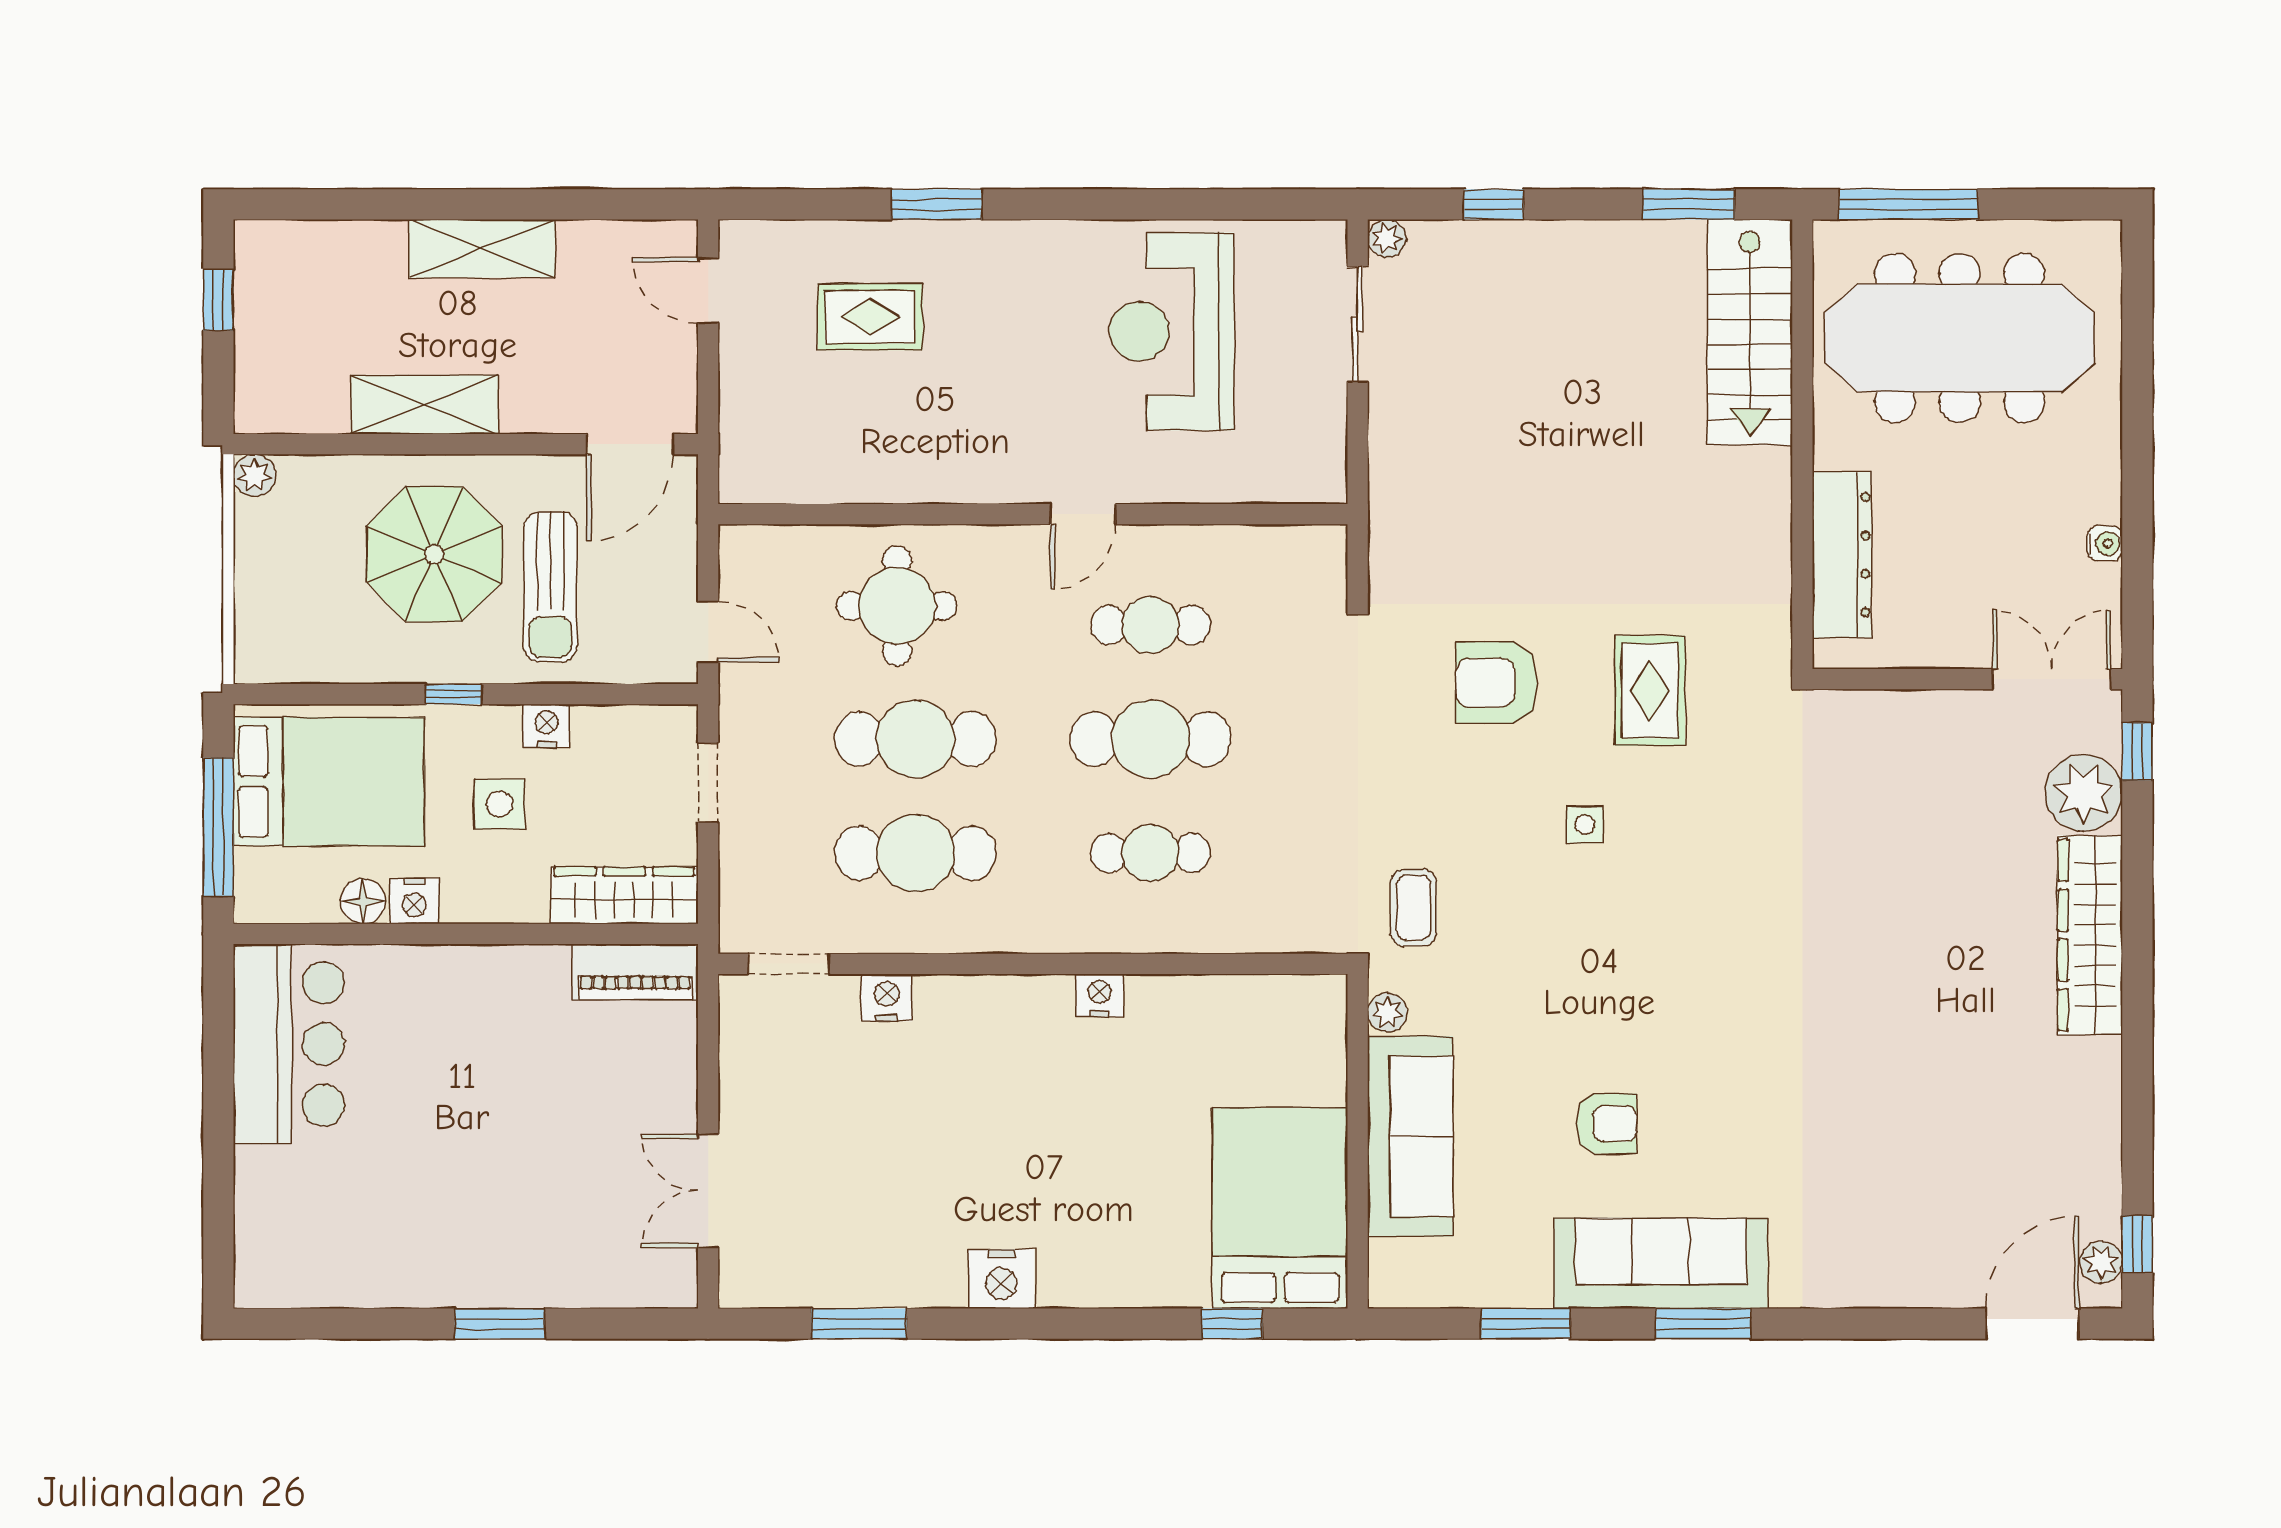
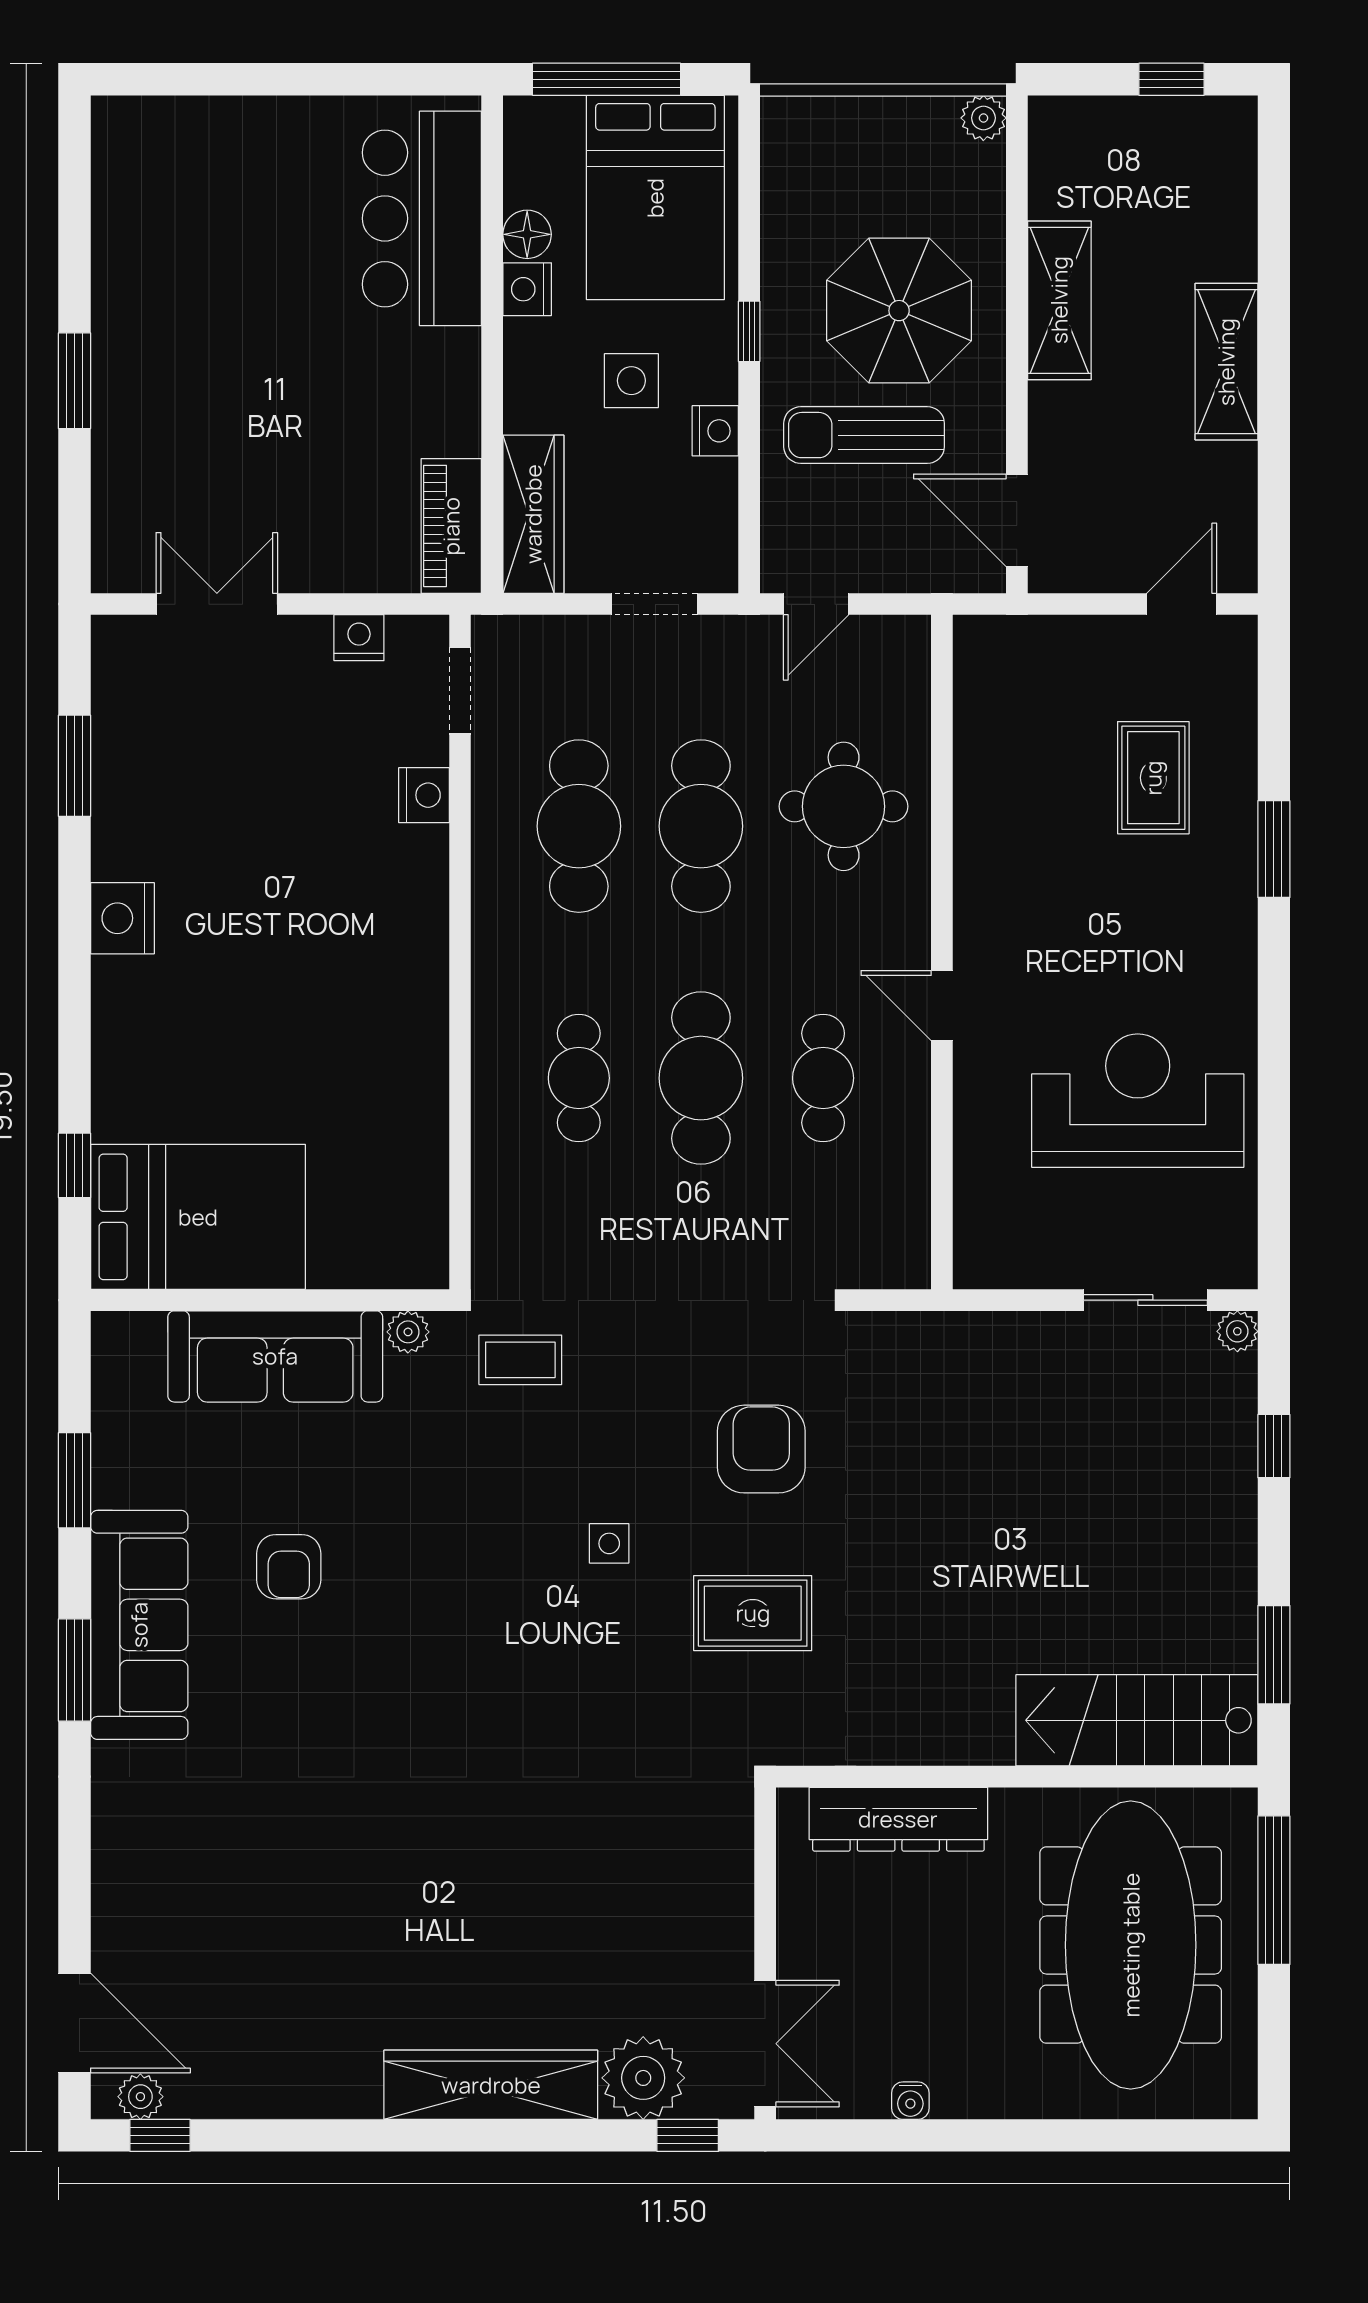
nightstand: (1100, 995) -> (359, 638), moved, turned -90
bar counter: (289, 1044) -> (422, 218), moved, turned 90

